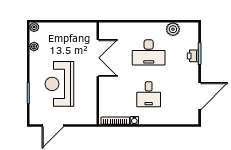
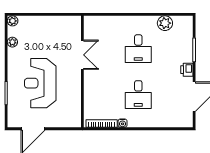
desk: (149, 52) -> (138, 49), width x0.73
printer: (193, 56) -> (187, 70), moved
double door: (98, 58) -> (82, 55), width x0.73

